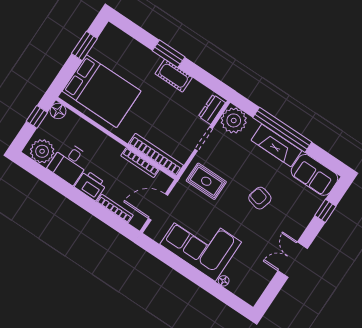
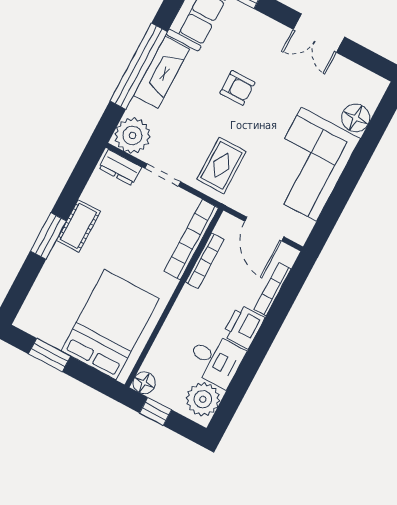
armchair: (260, 198) -> (237, 88), turned -104
floor lamp: (224, 281) -> (356, 118), width x1.89, depth x1.89

